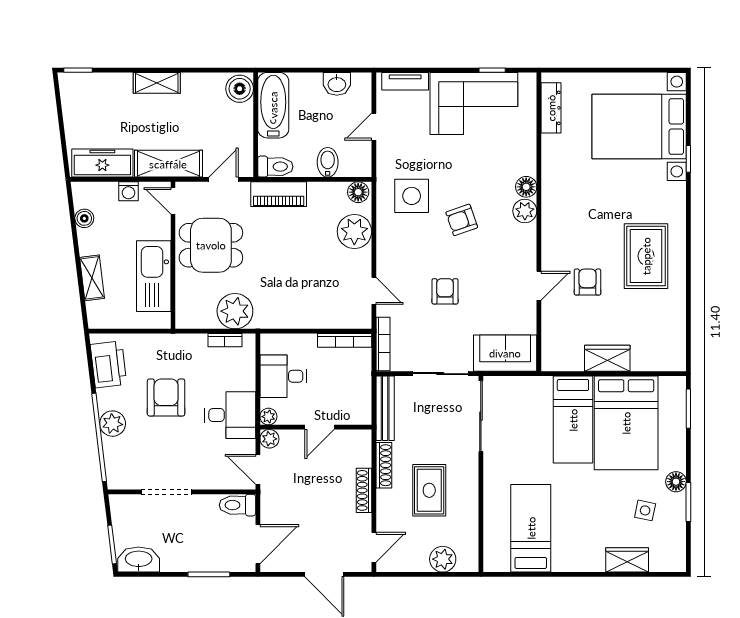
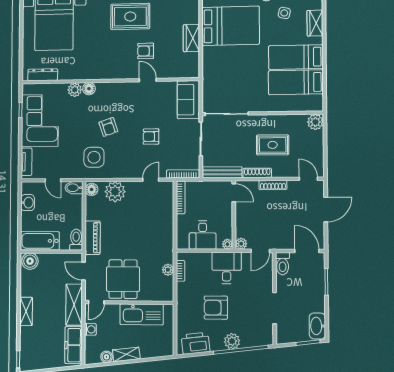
bidet: (328, 162) -> (74, 188), moved
plant: (525, 211) -> (75, 90), moved
shelving: (92, 278) -> (126, 354), moved
plant: (235, 311) -> (168, 270), width x0.53, depth x0.53
bed: (573, 420) -> (296, 57), moved, turned 180
door: (319, 427) -> (234, 193), moved
plant: (443, 559) -> (315, 122), moved

